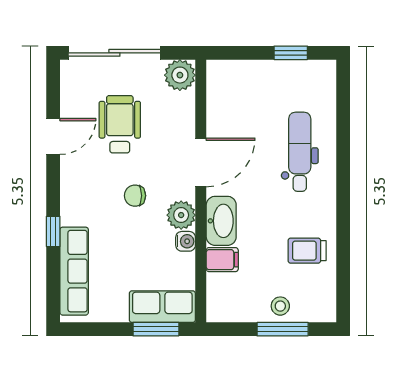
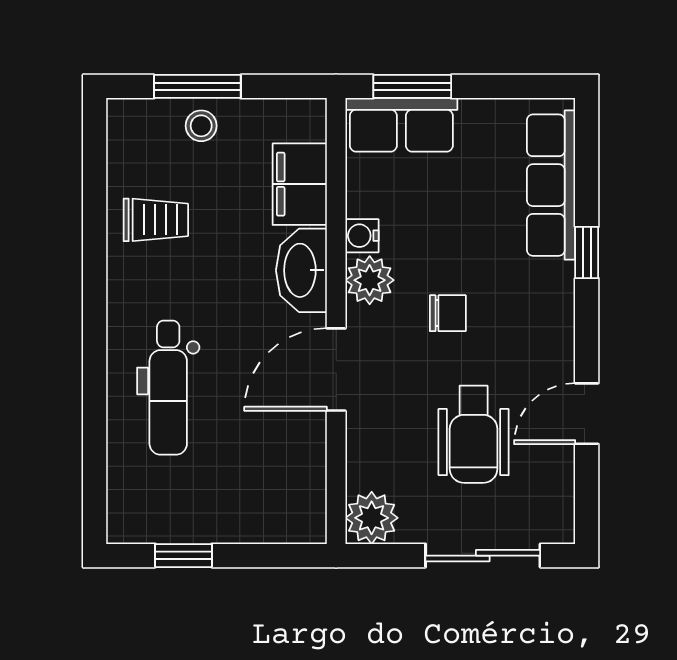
sliding door: (114, 53) -> (483, 556), width x0.73
filing cabinet: (222, 260) -> (300, 184), width x2.00

